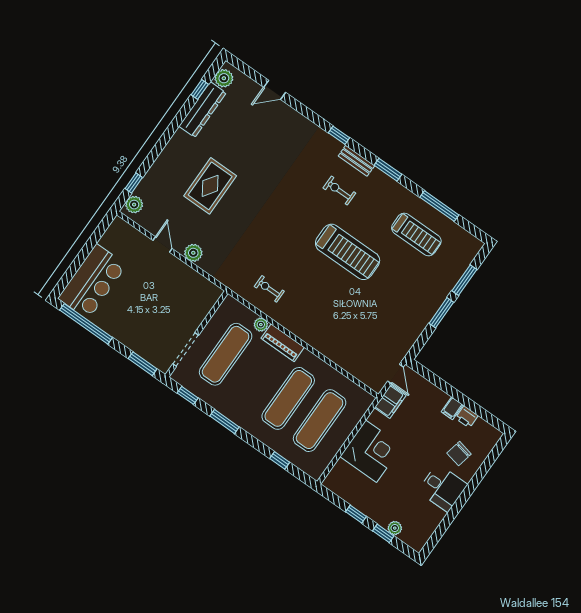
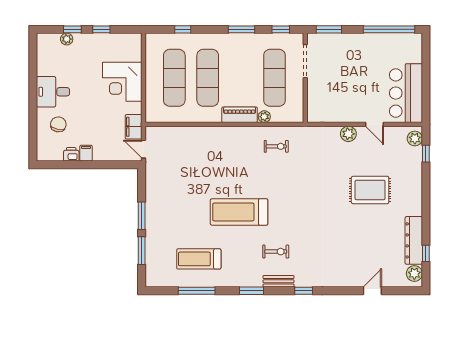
rug: (210, 186) -> (370, 190), turned 90
bar counter: (92, 282) -> (406, 93), moved

